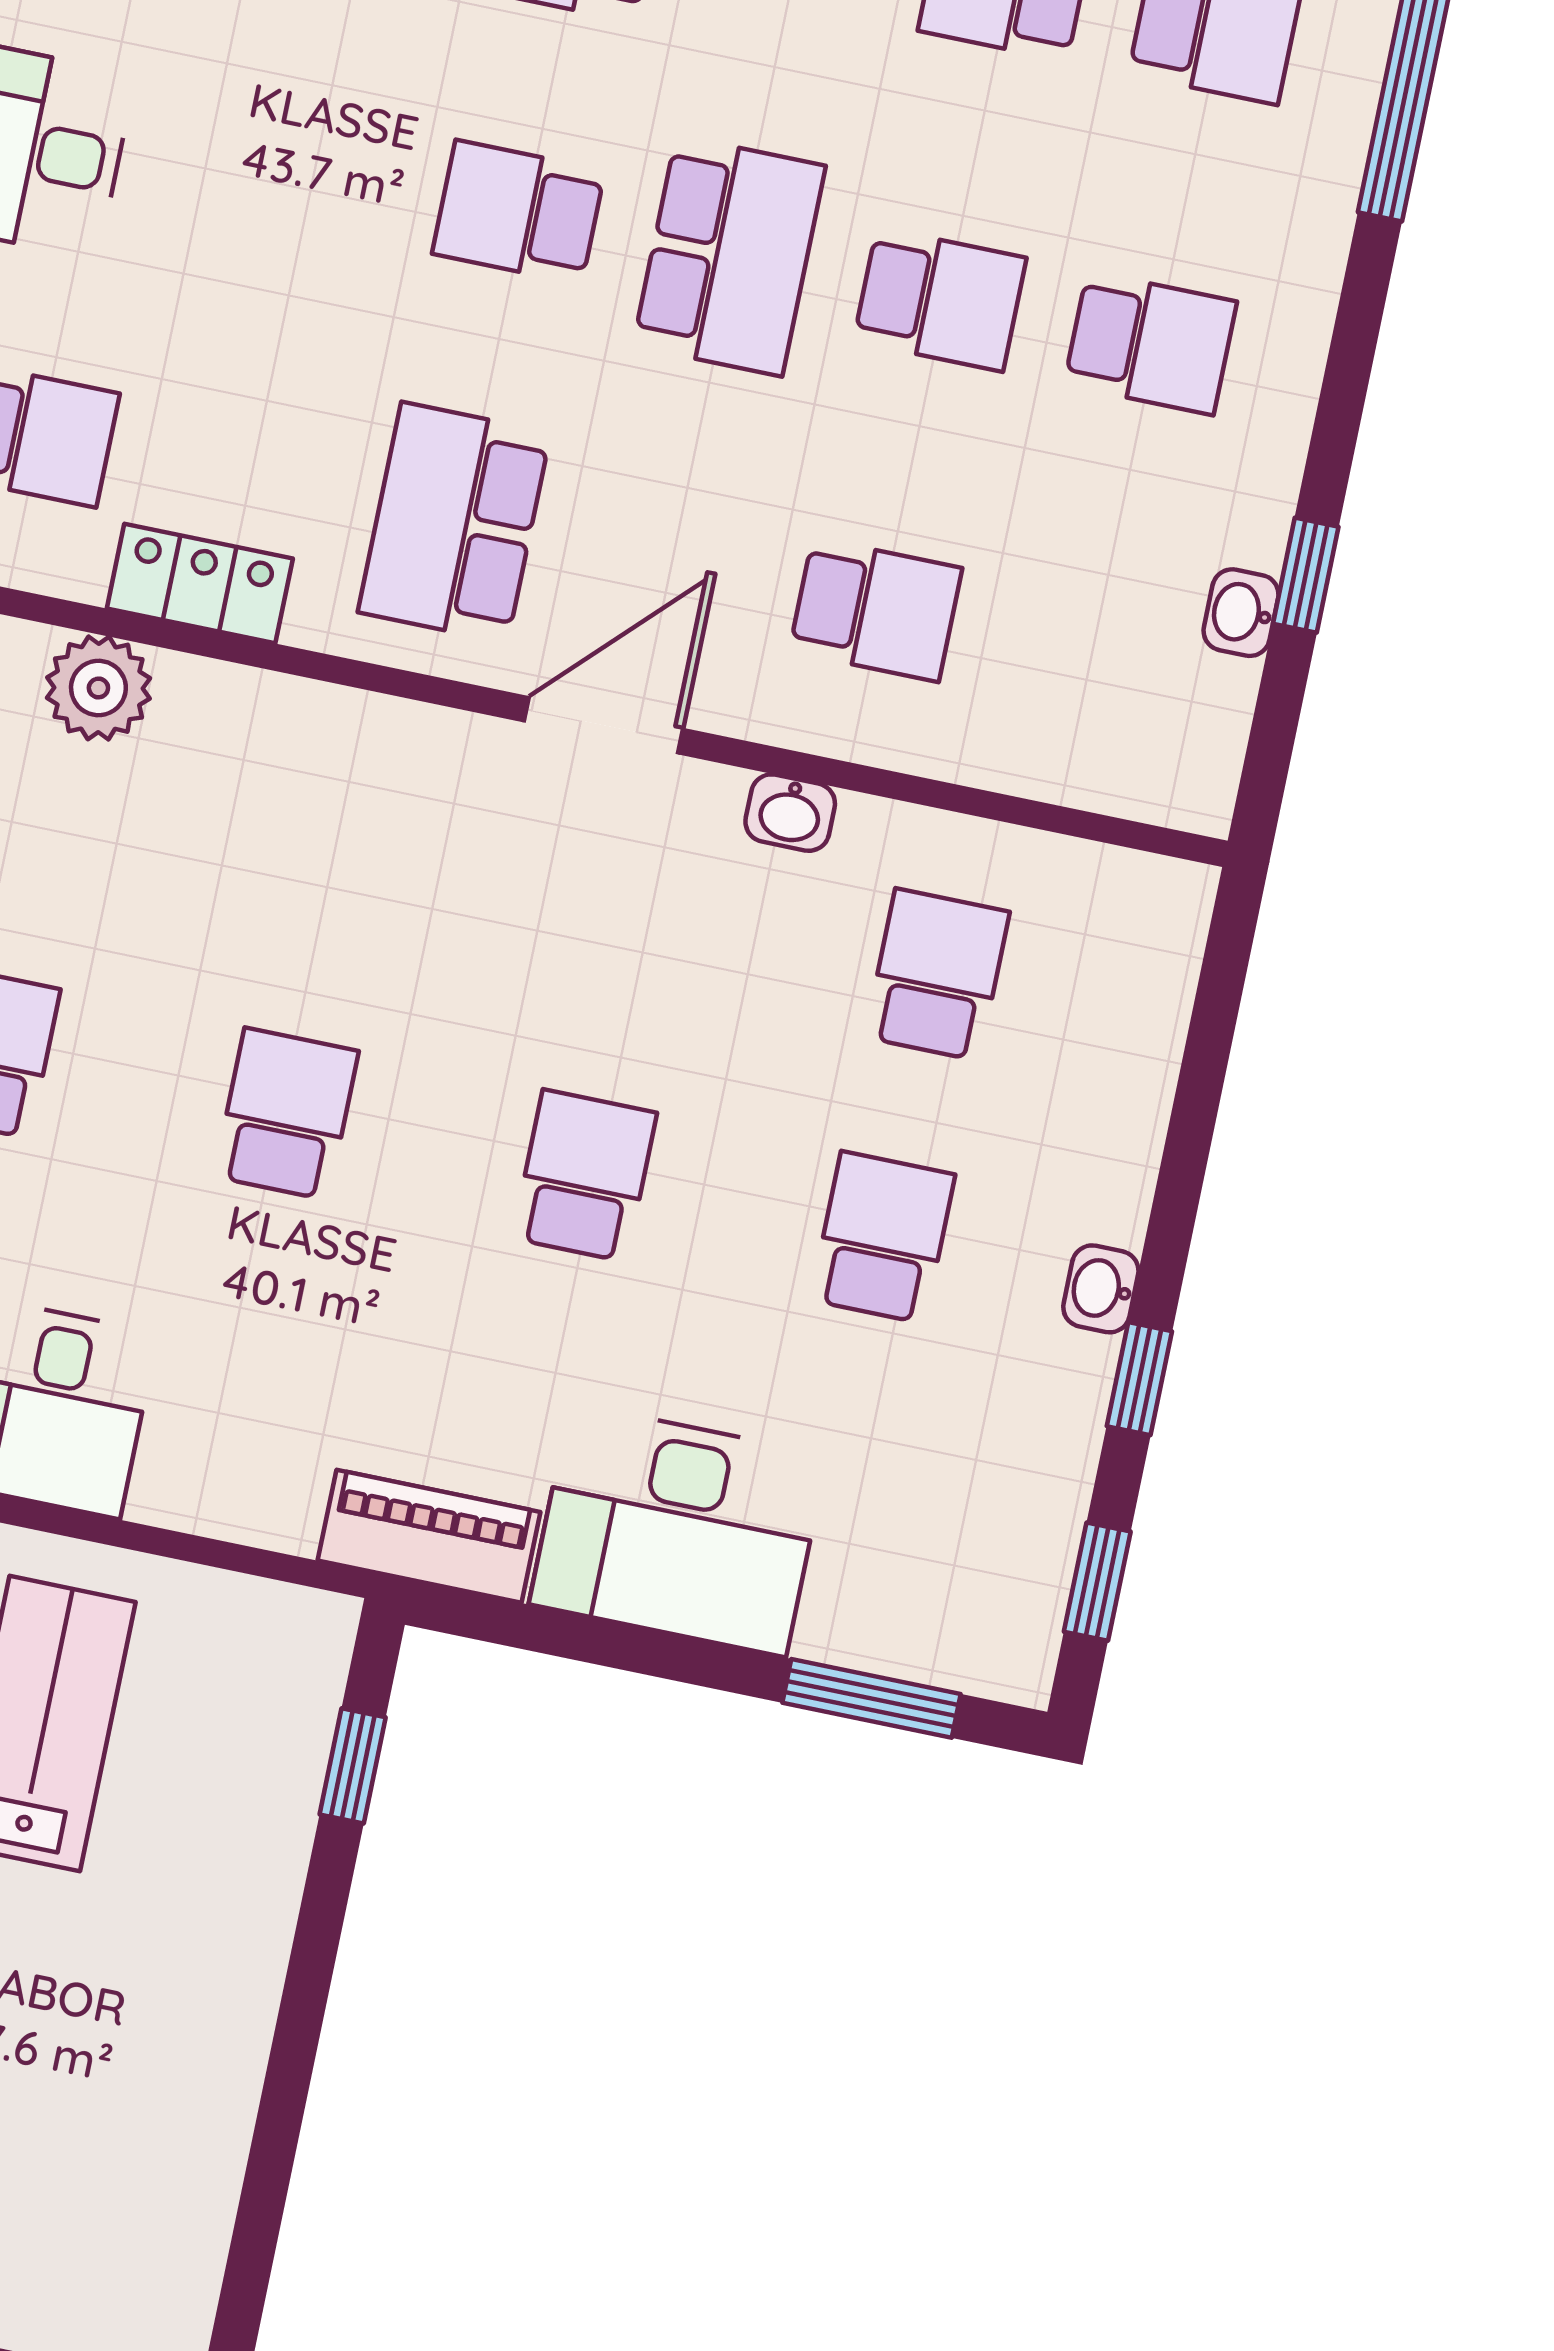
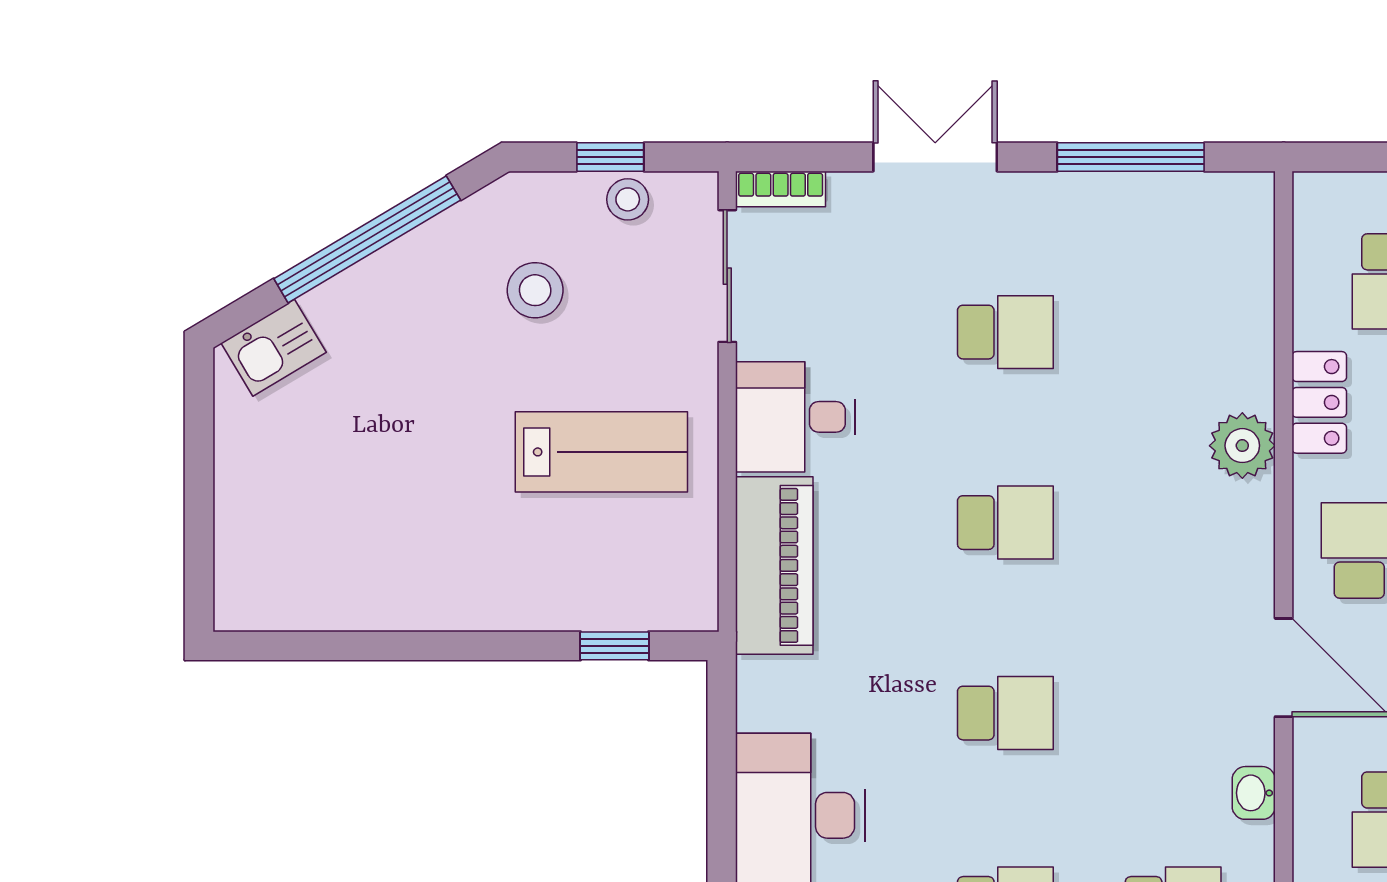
plant: (98, 688) -> (1242, 446), moved
piano: (429, 1536) -> (774, 565), moved, width x1.37, depth x1.33

